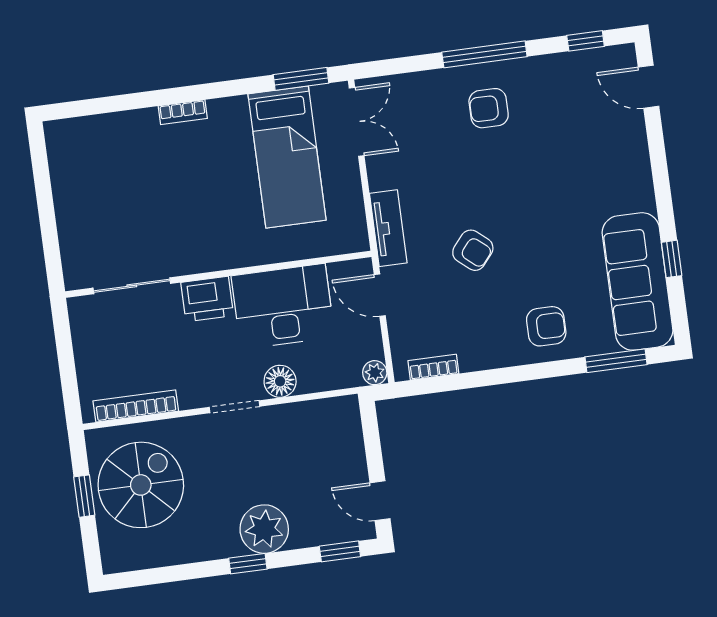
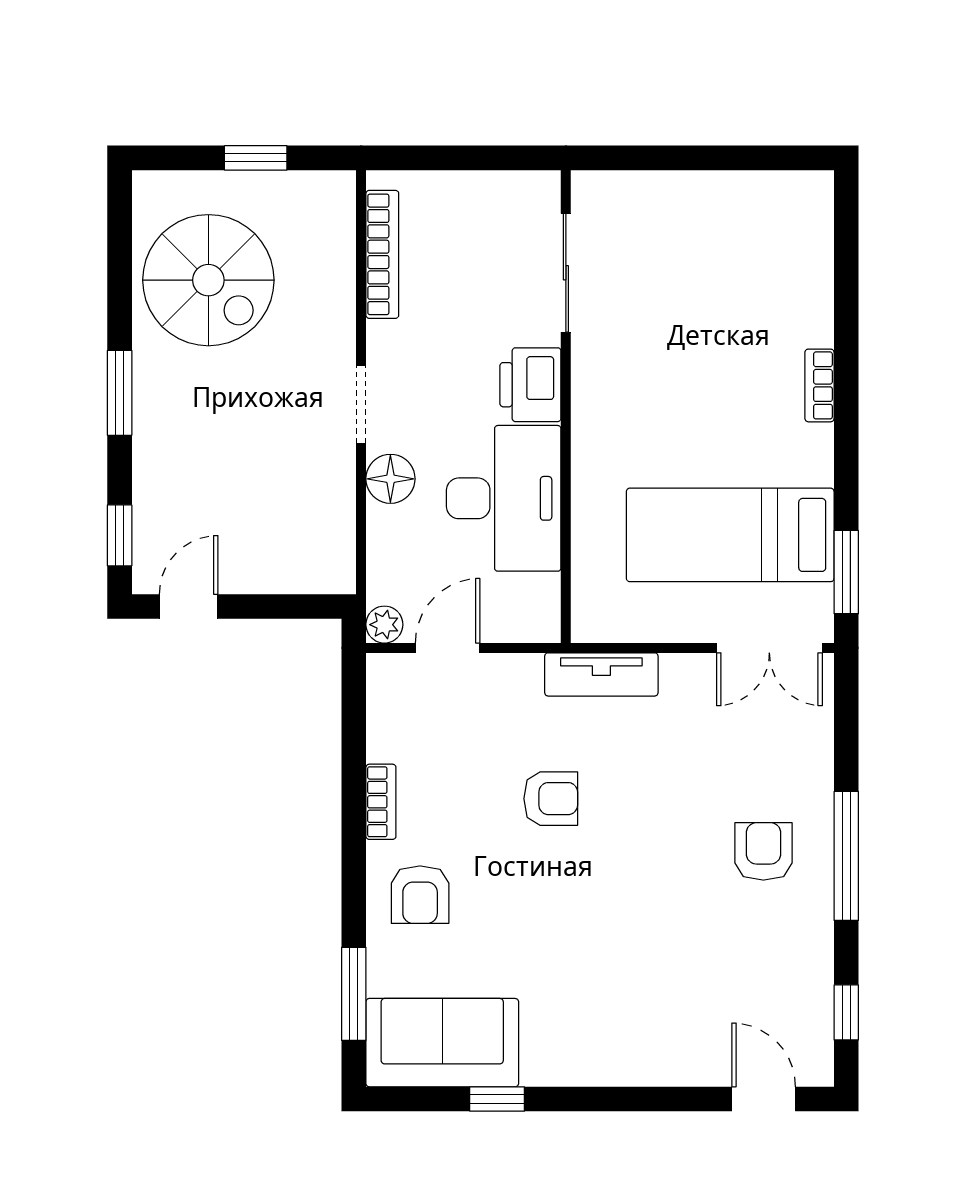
door: (649, 87) -> (764, 1099), hinge flipped
armchair: (473, 250) -> (551, 799), turned -130
sofa: (637, 281) -> (442, 1043), width x0.73
door: (380, 295) -> (448, 648), moved
bookcase: (433, 367) -> (381, 802), moved
spiral stairs: (141, 485) -> (208, 280), moved
plant: (264, 529) -> (169, 425), removed
window: (248, 564) -> (120, 393), width x1.50

